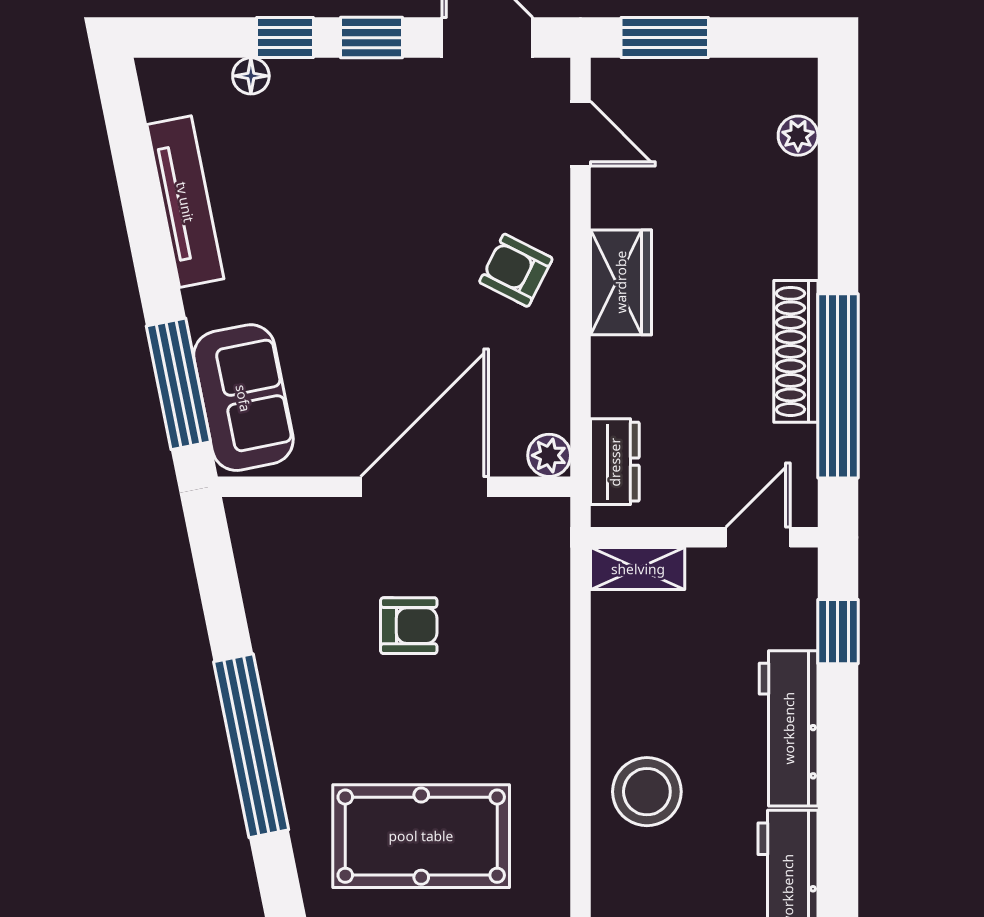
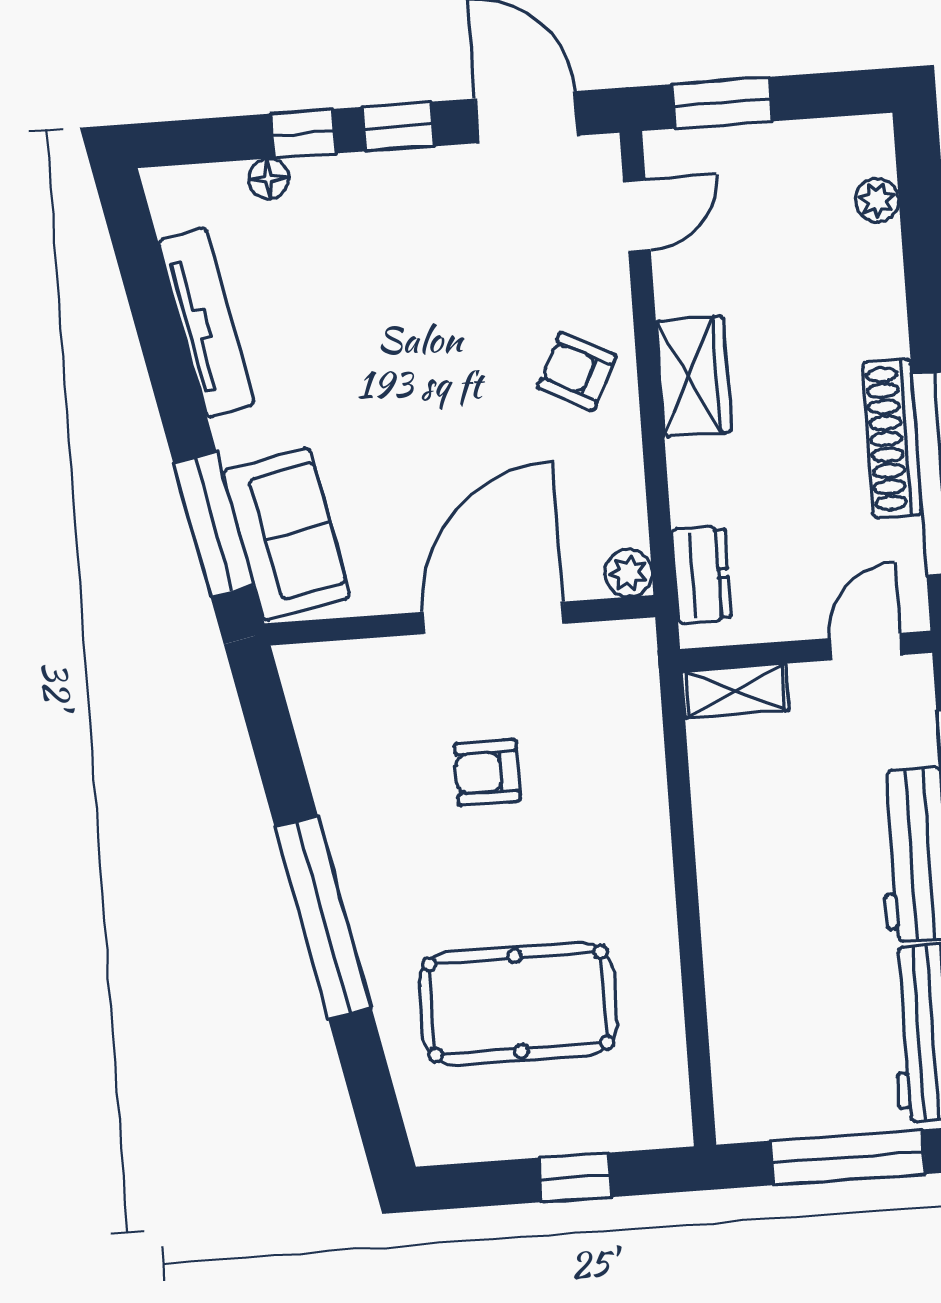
door: (581, 134) -> (637, 216), hinge flipped
armchair: (409, 626) -> (487, 772), turned 180
stool: (647, 792) -> (763, 936), removed

